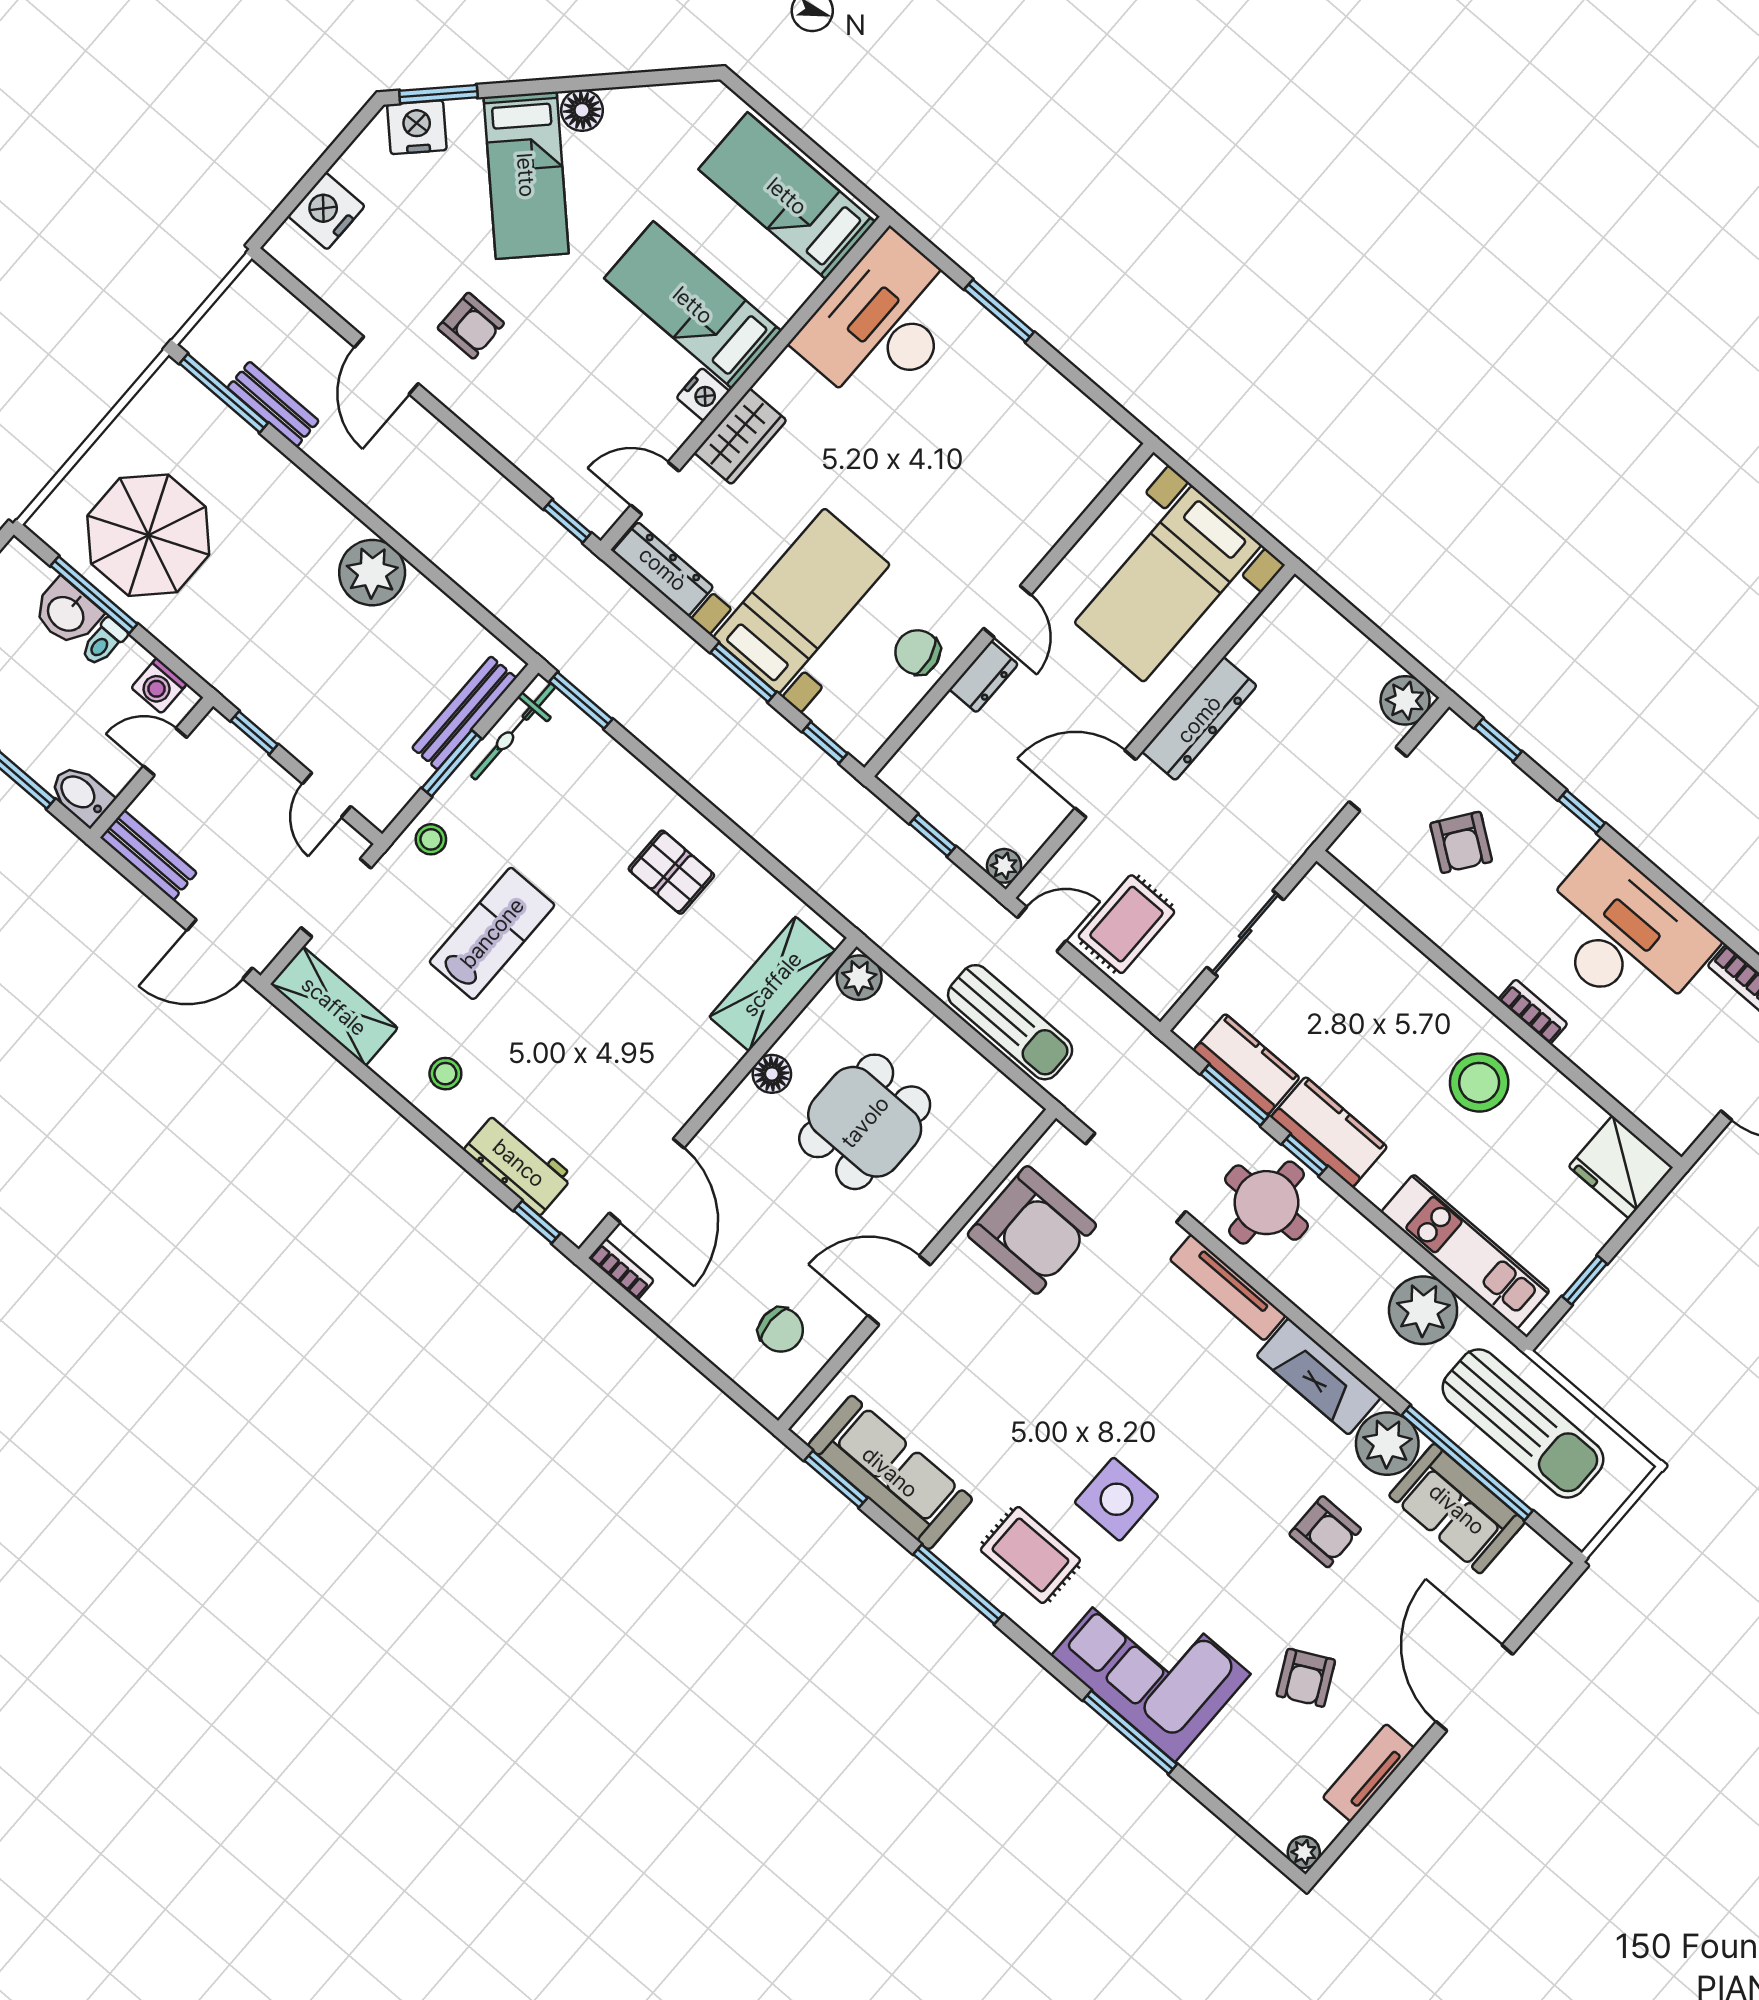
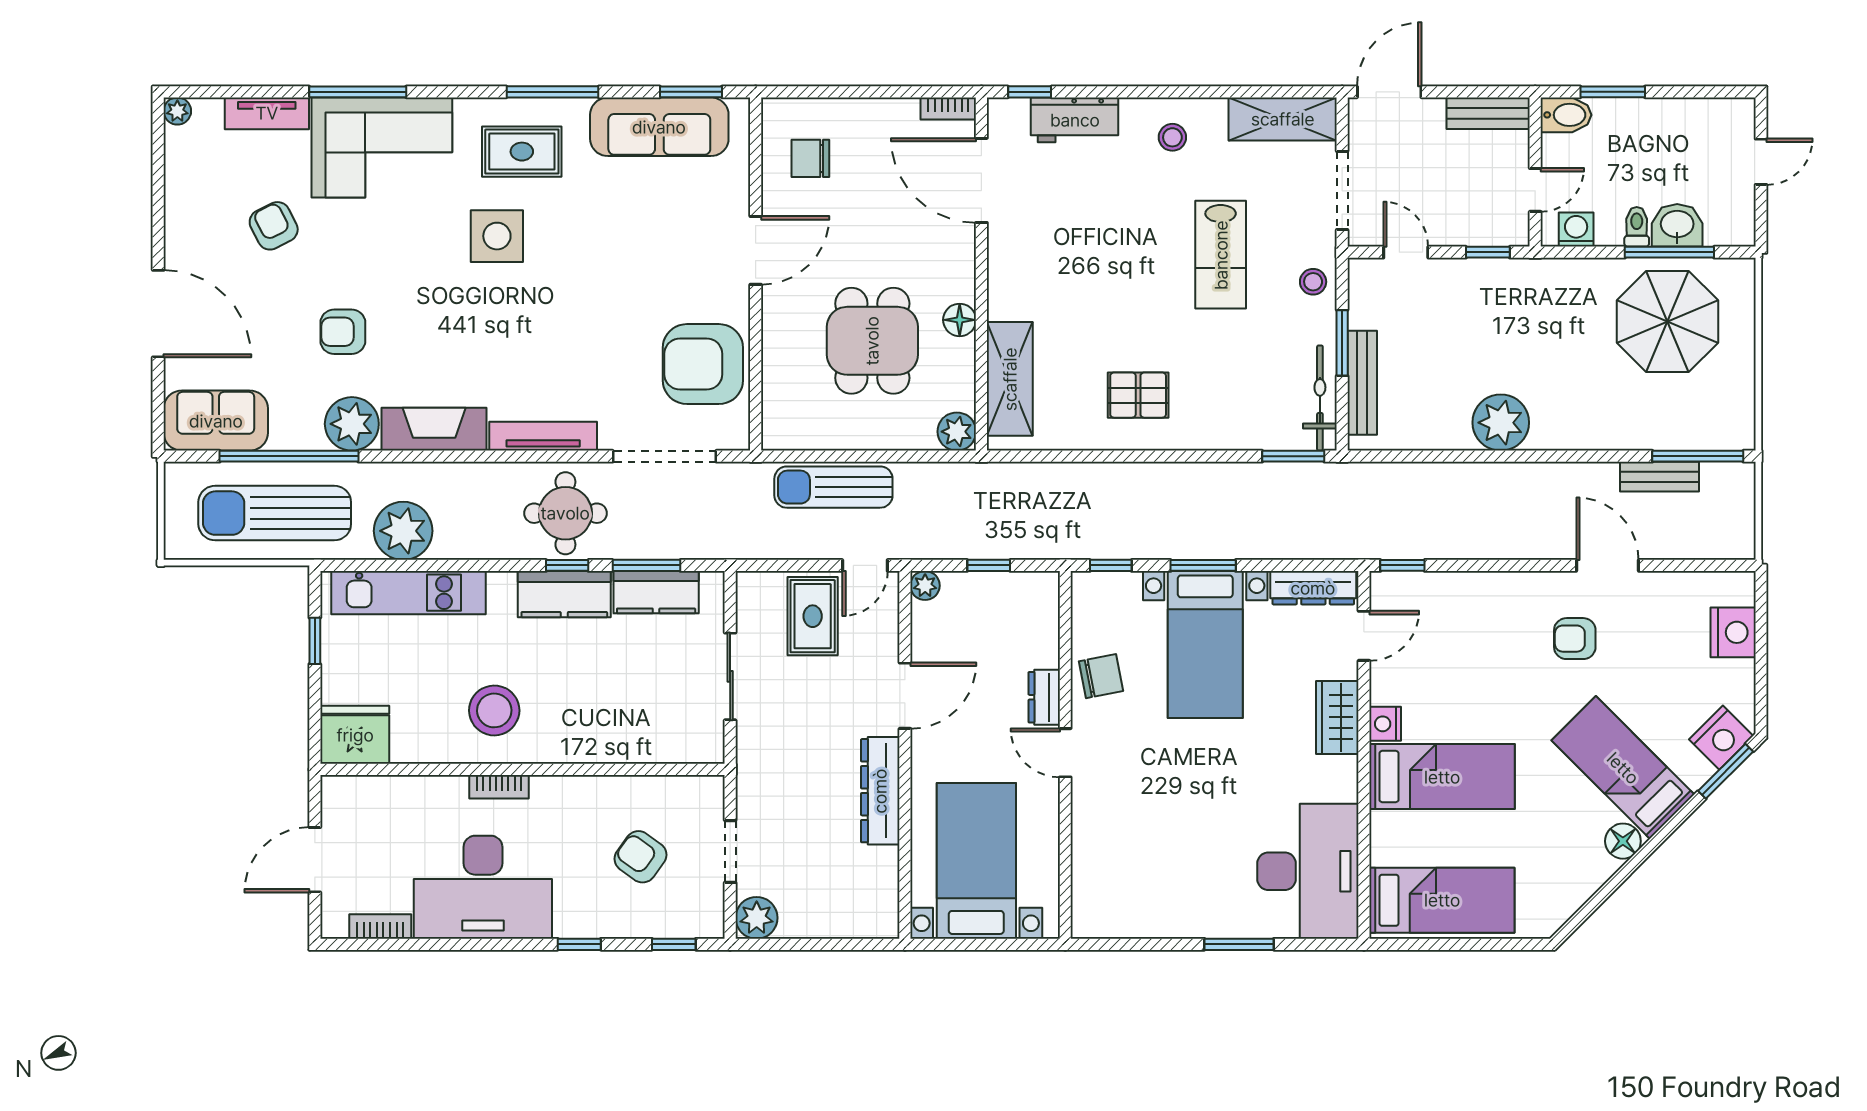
sofa: (1457, 1509) -> (216, 421), moved
tv unit: (1369, 1773) -> (267, 113), moved, turned 90

